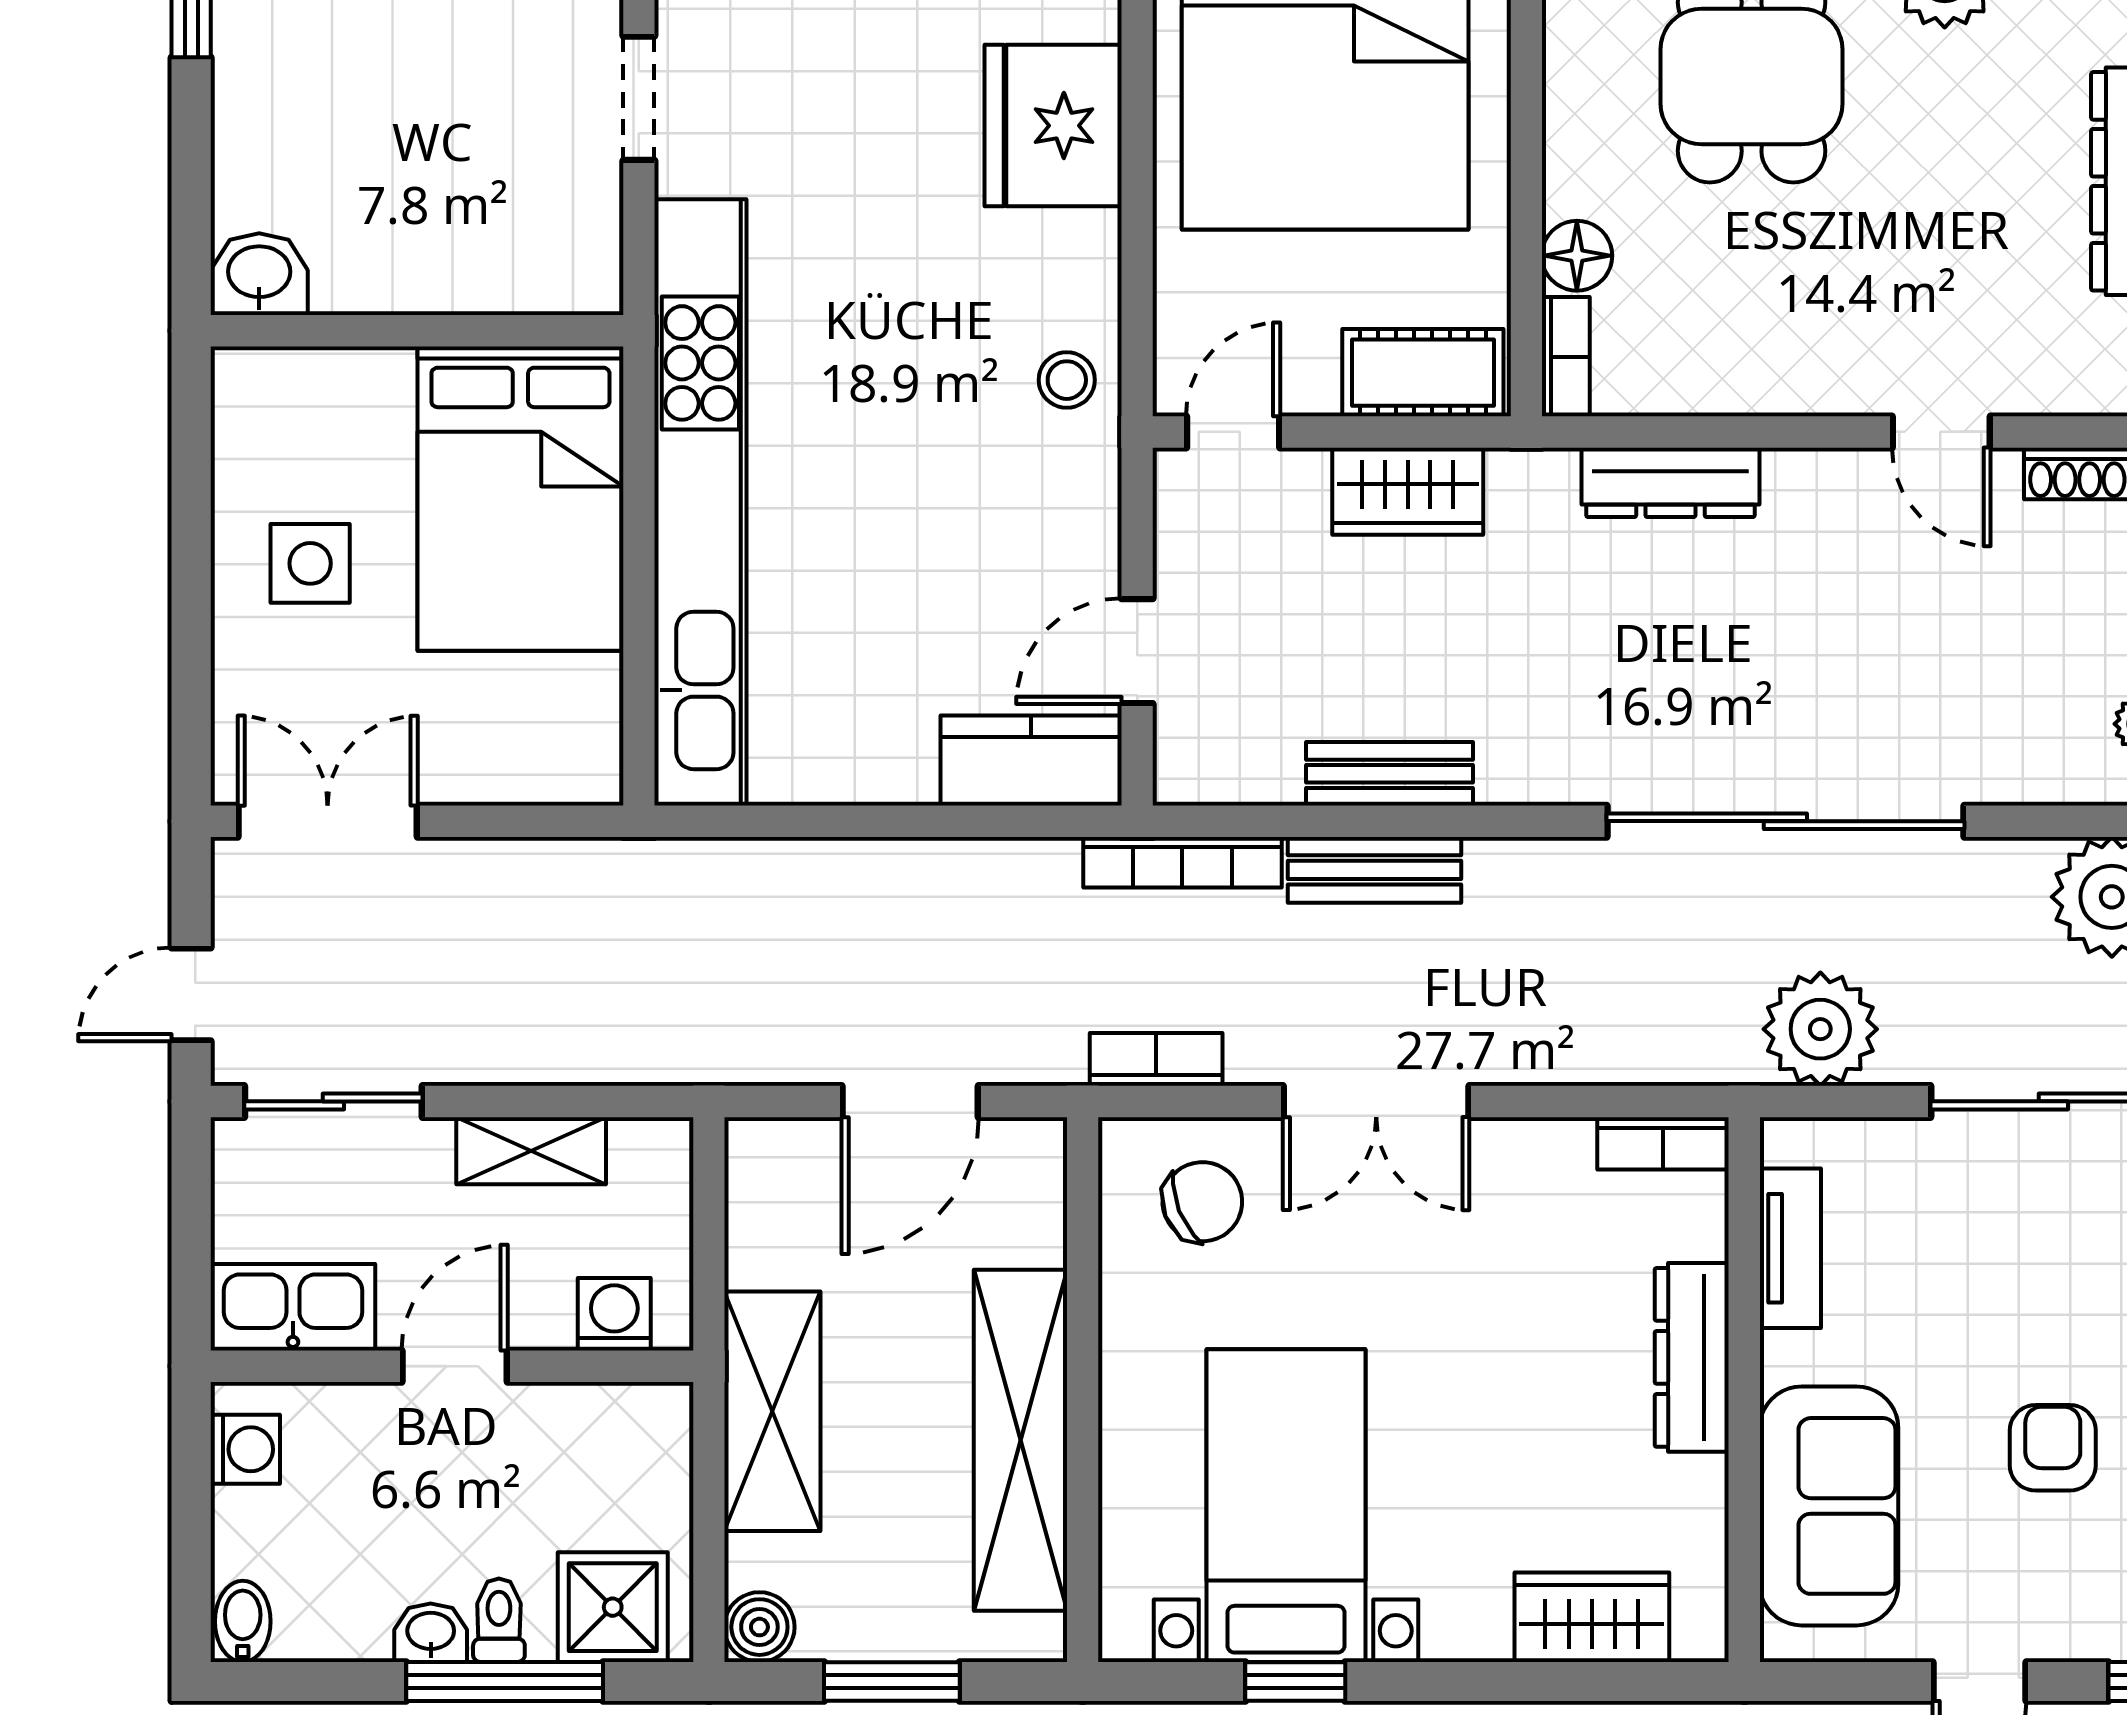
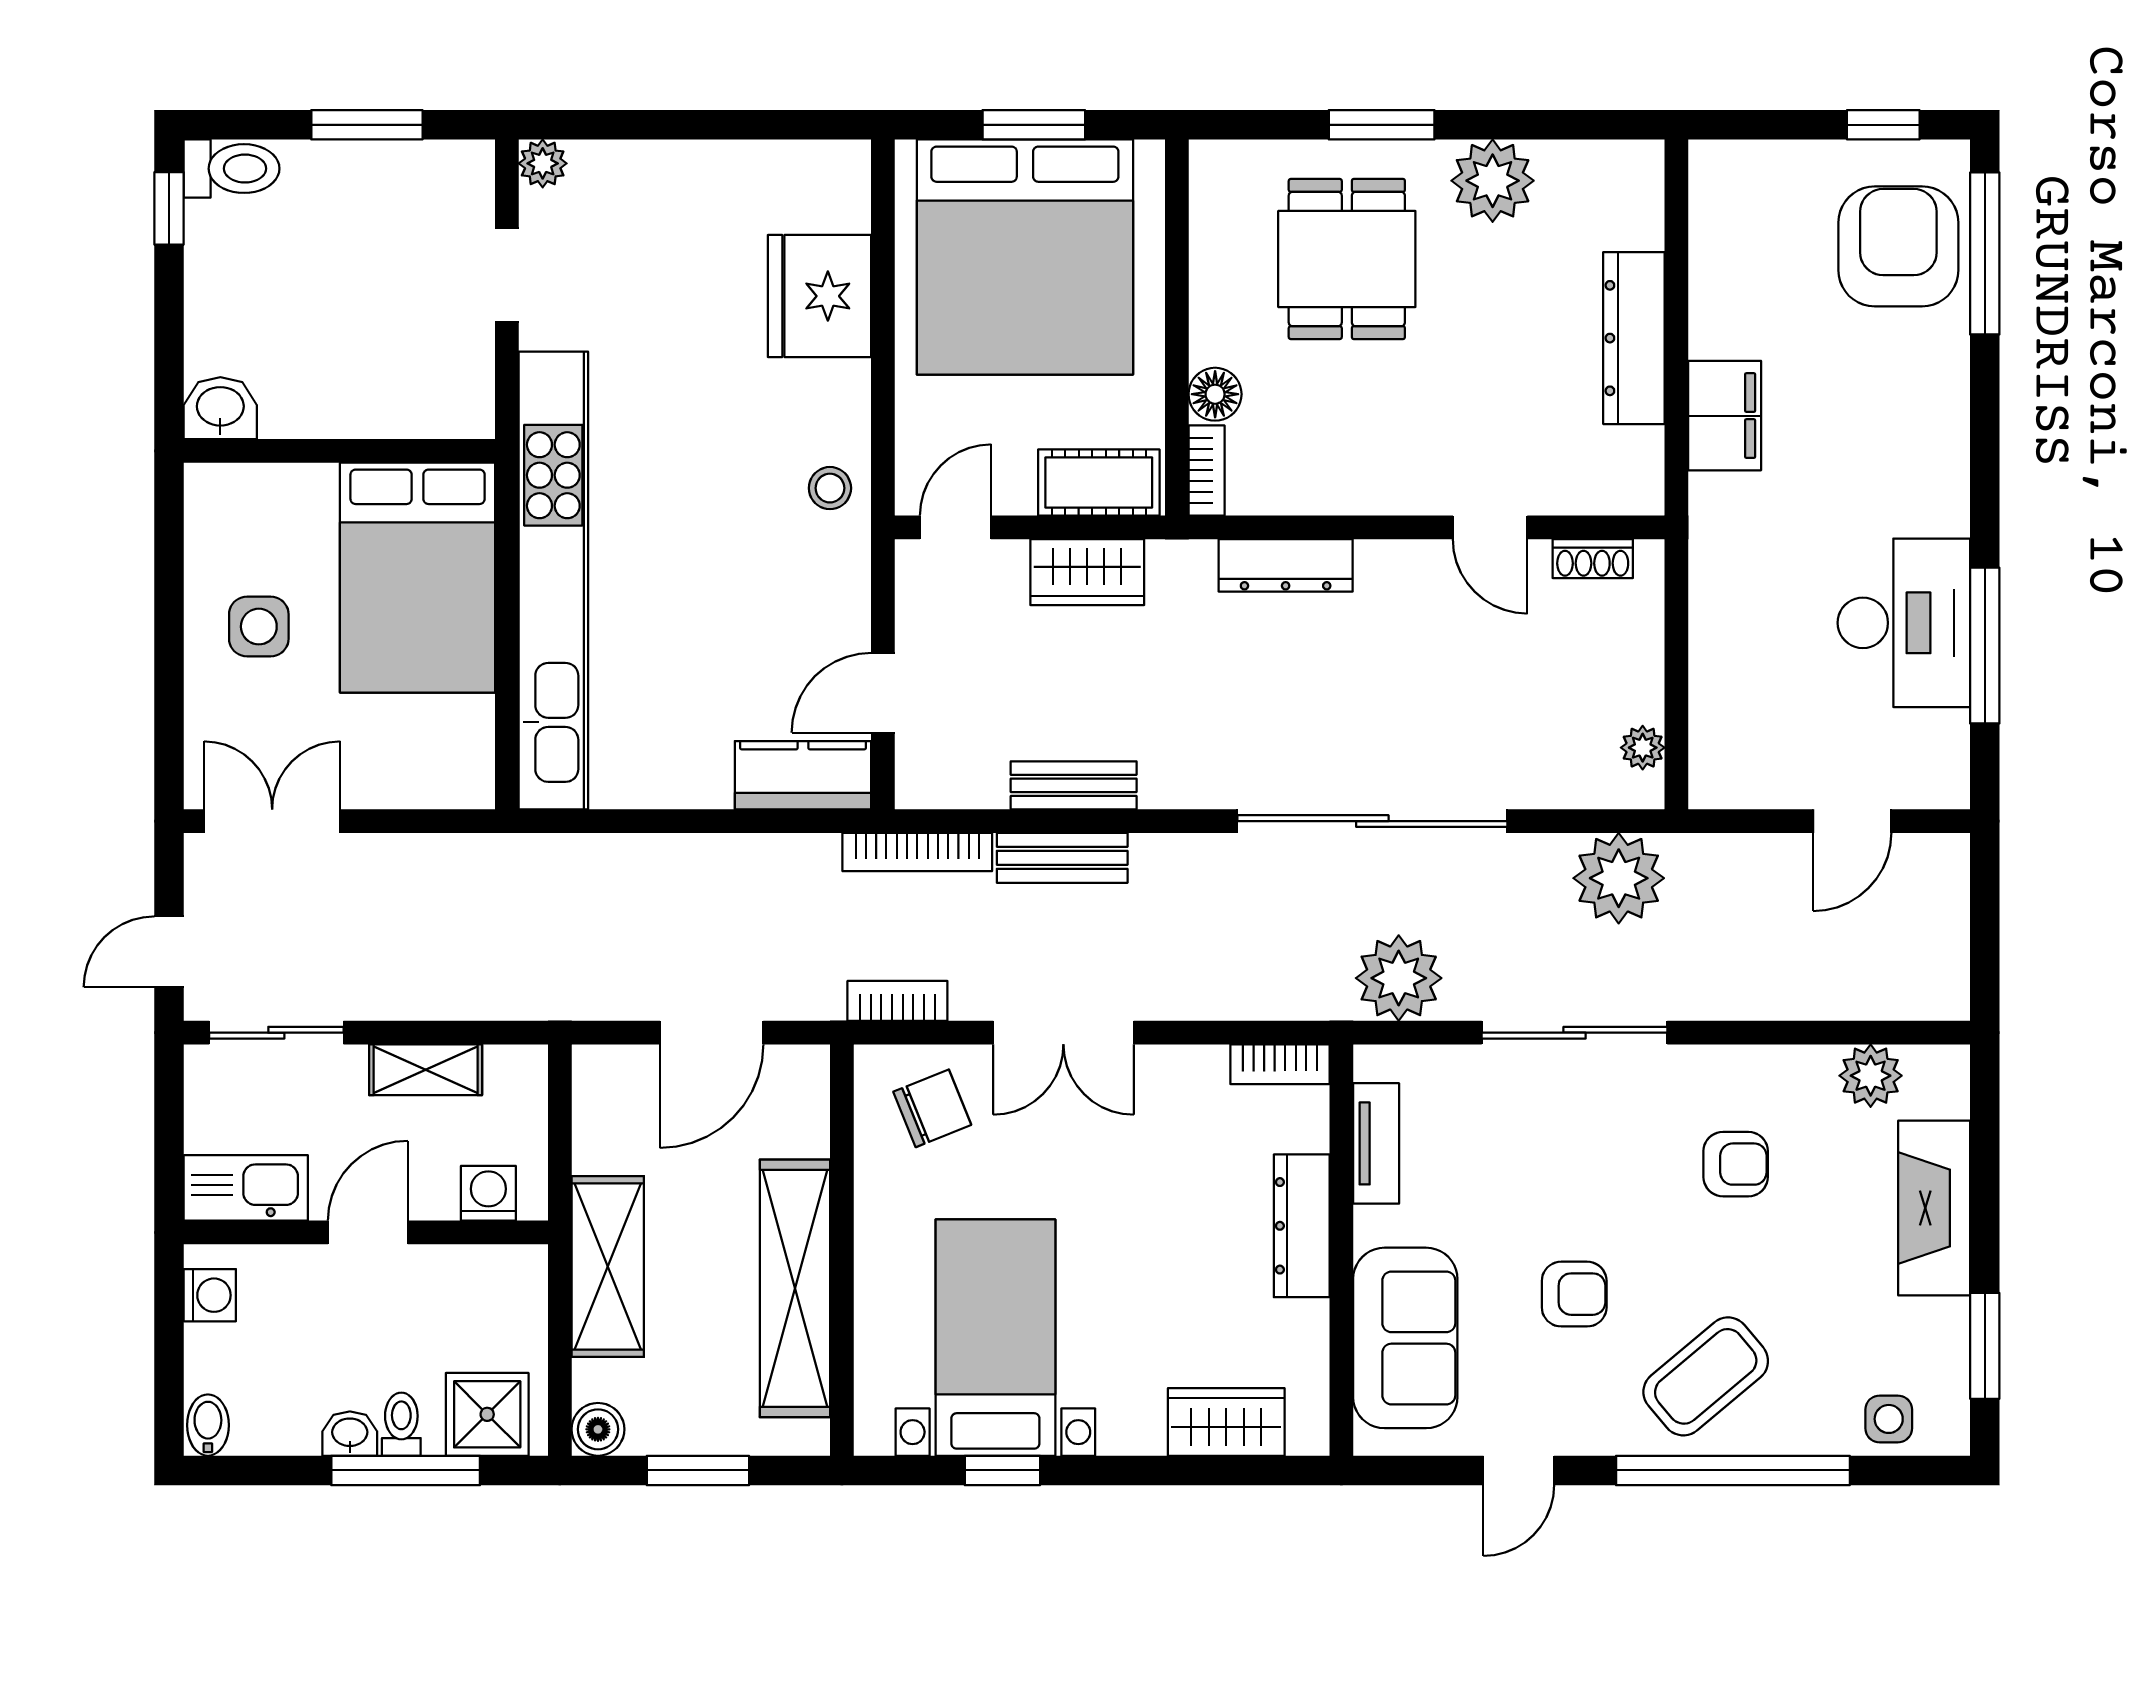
armchair: (2053, 1448) -> (1574, 1294), turned 90

